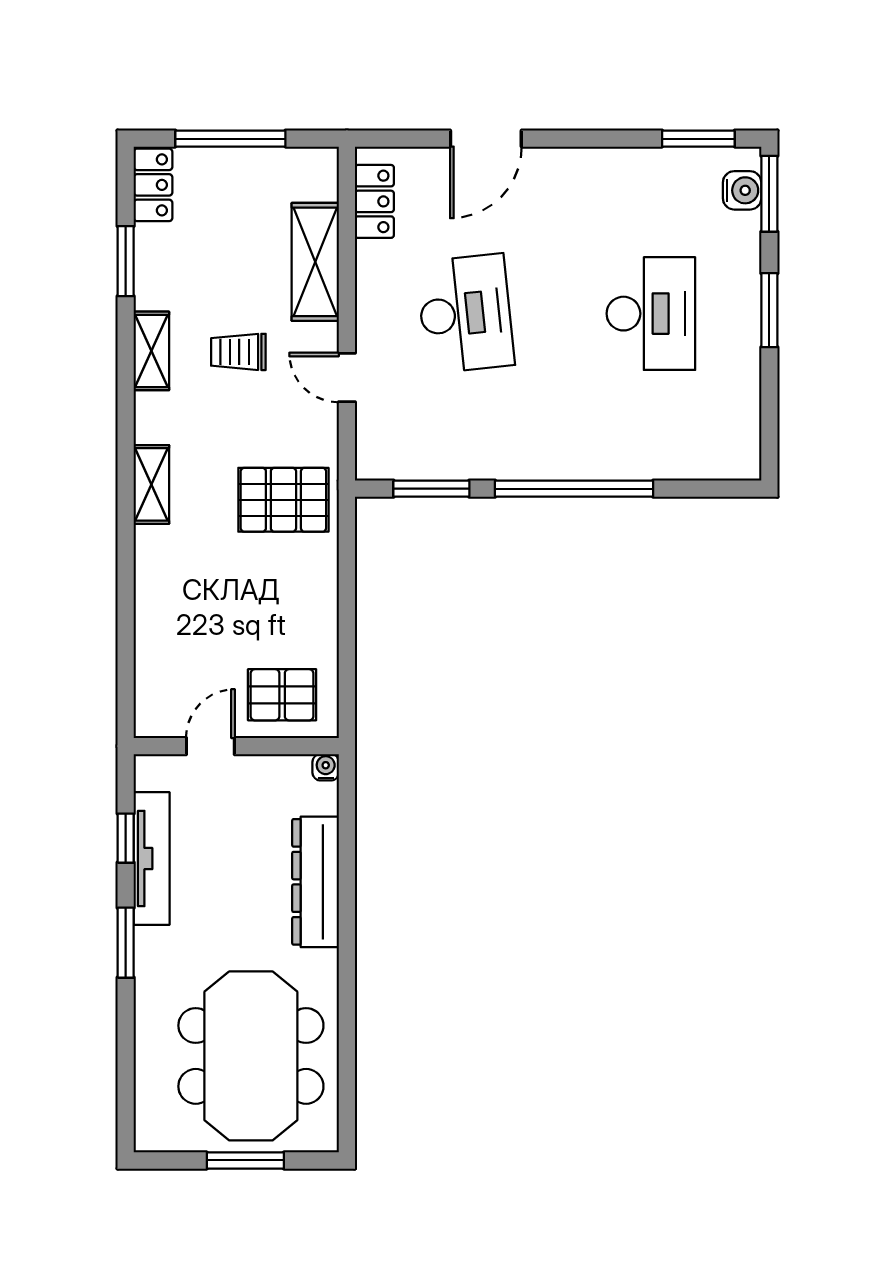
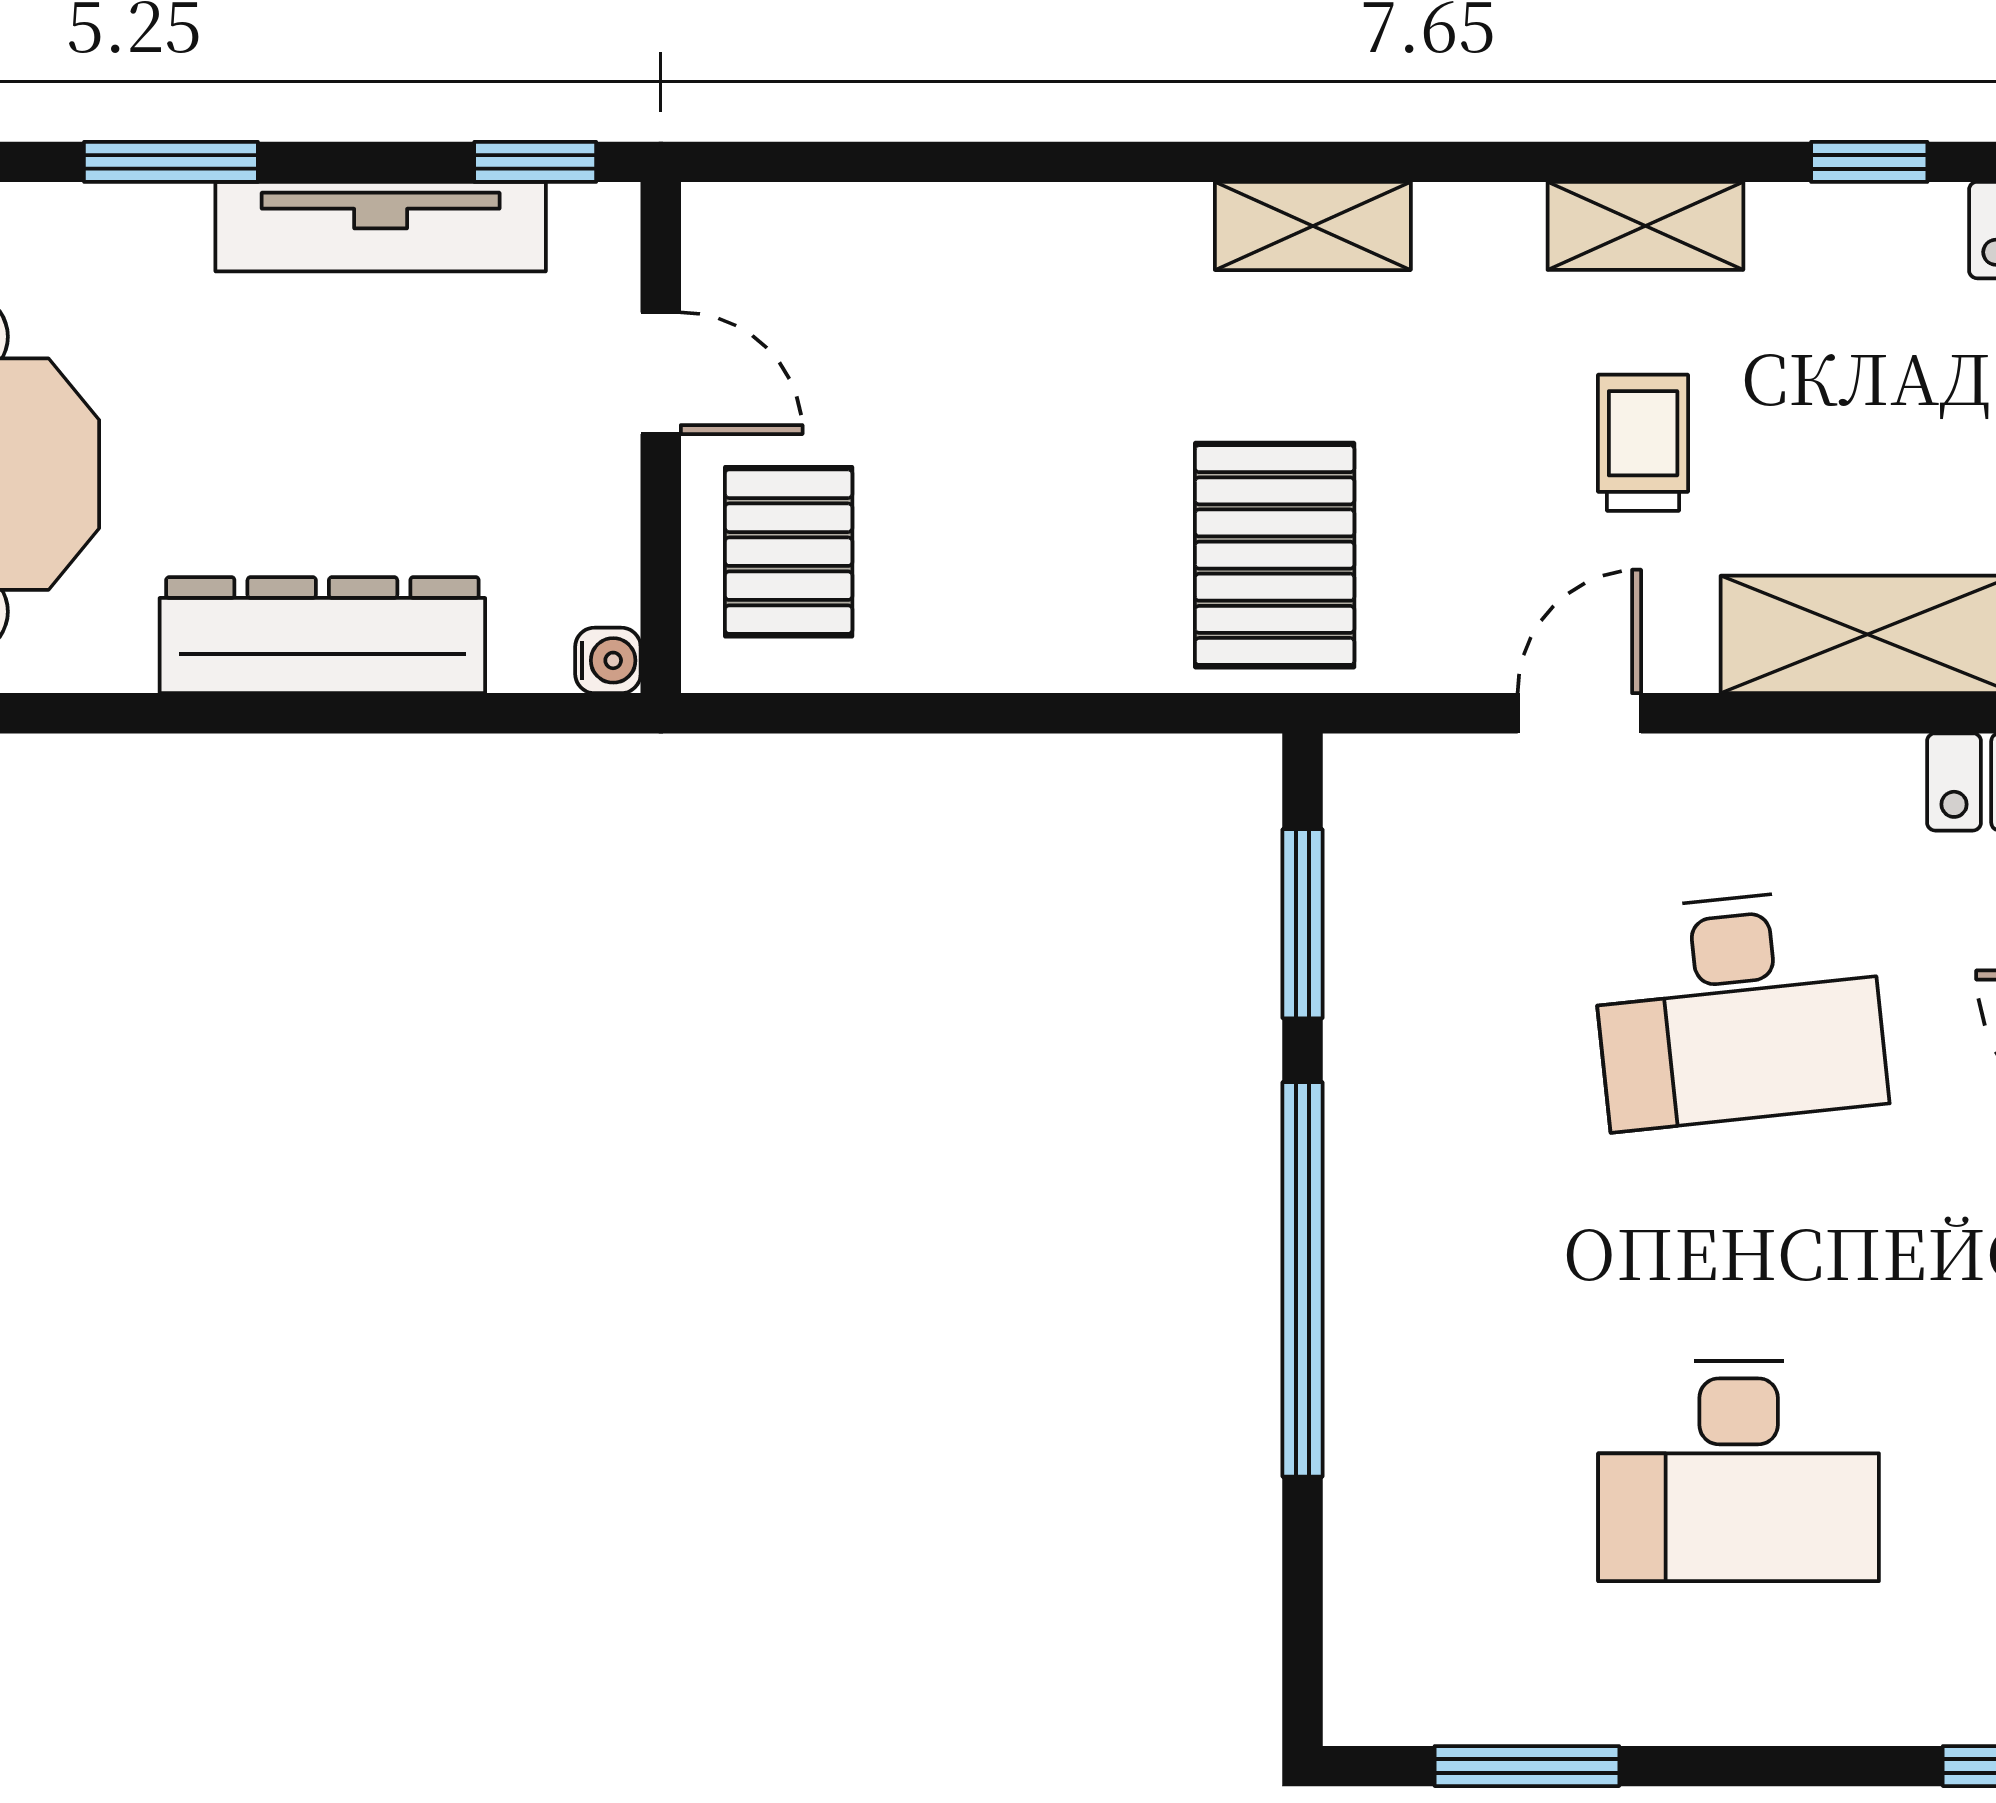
window: (126, 261) -> (1869, 162), width x0.67
window: (769, 310) -> (1527, 1766), moved
window: (126, 838) -> (535, 162), moved

